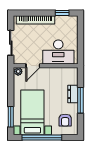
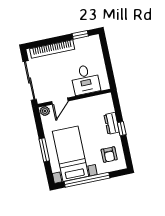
sliding door: (11, 43) -> (30, 80), width x1.37
desk: (58, 52) -> (85, 80), width x0.73
window: (80, 100) -> (122, 129), width x0.46
window: (11, 117) -> (44, 150), moved

